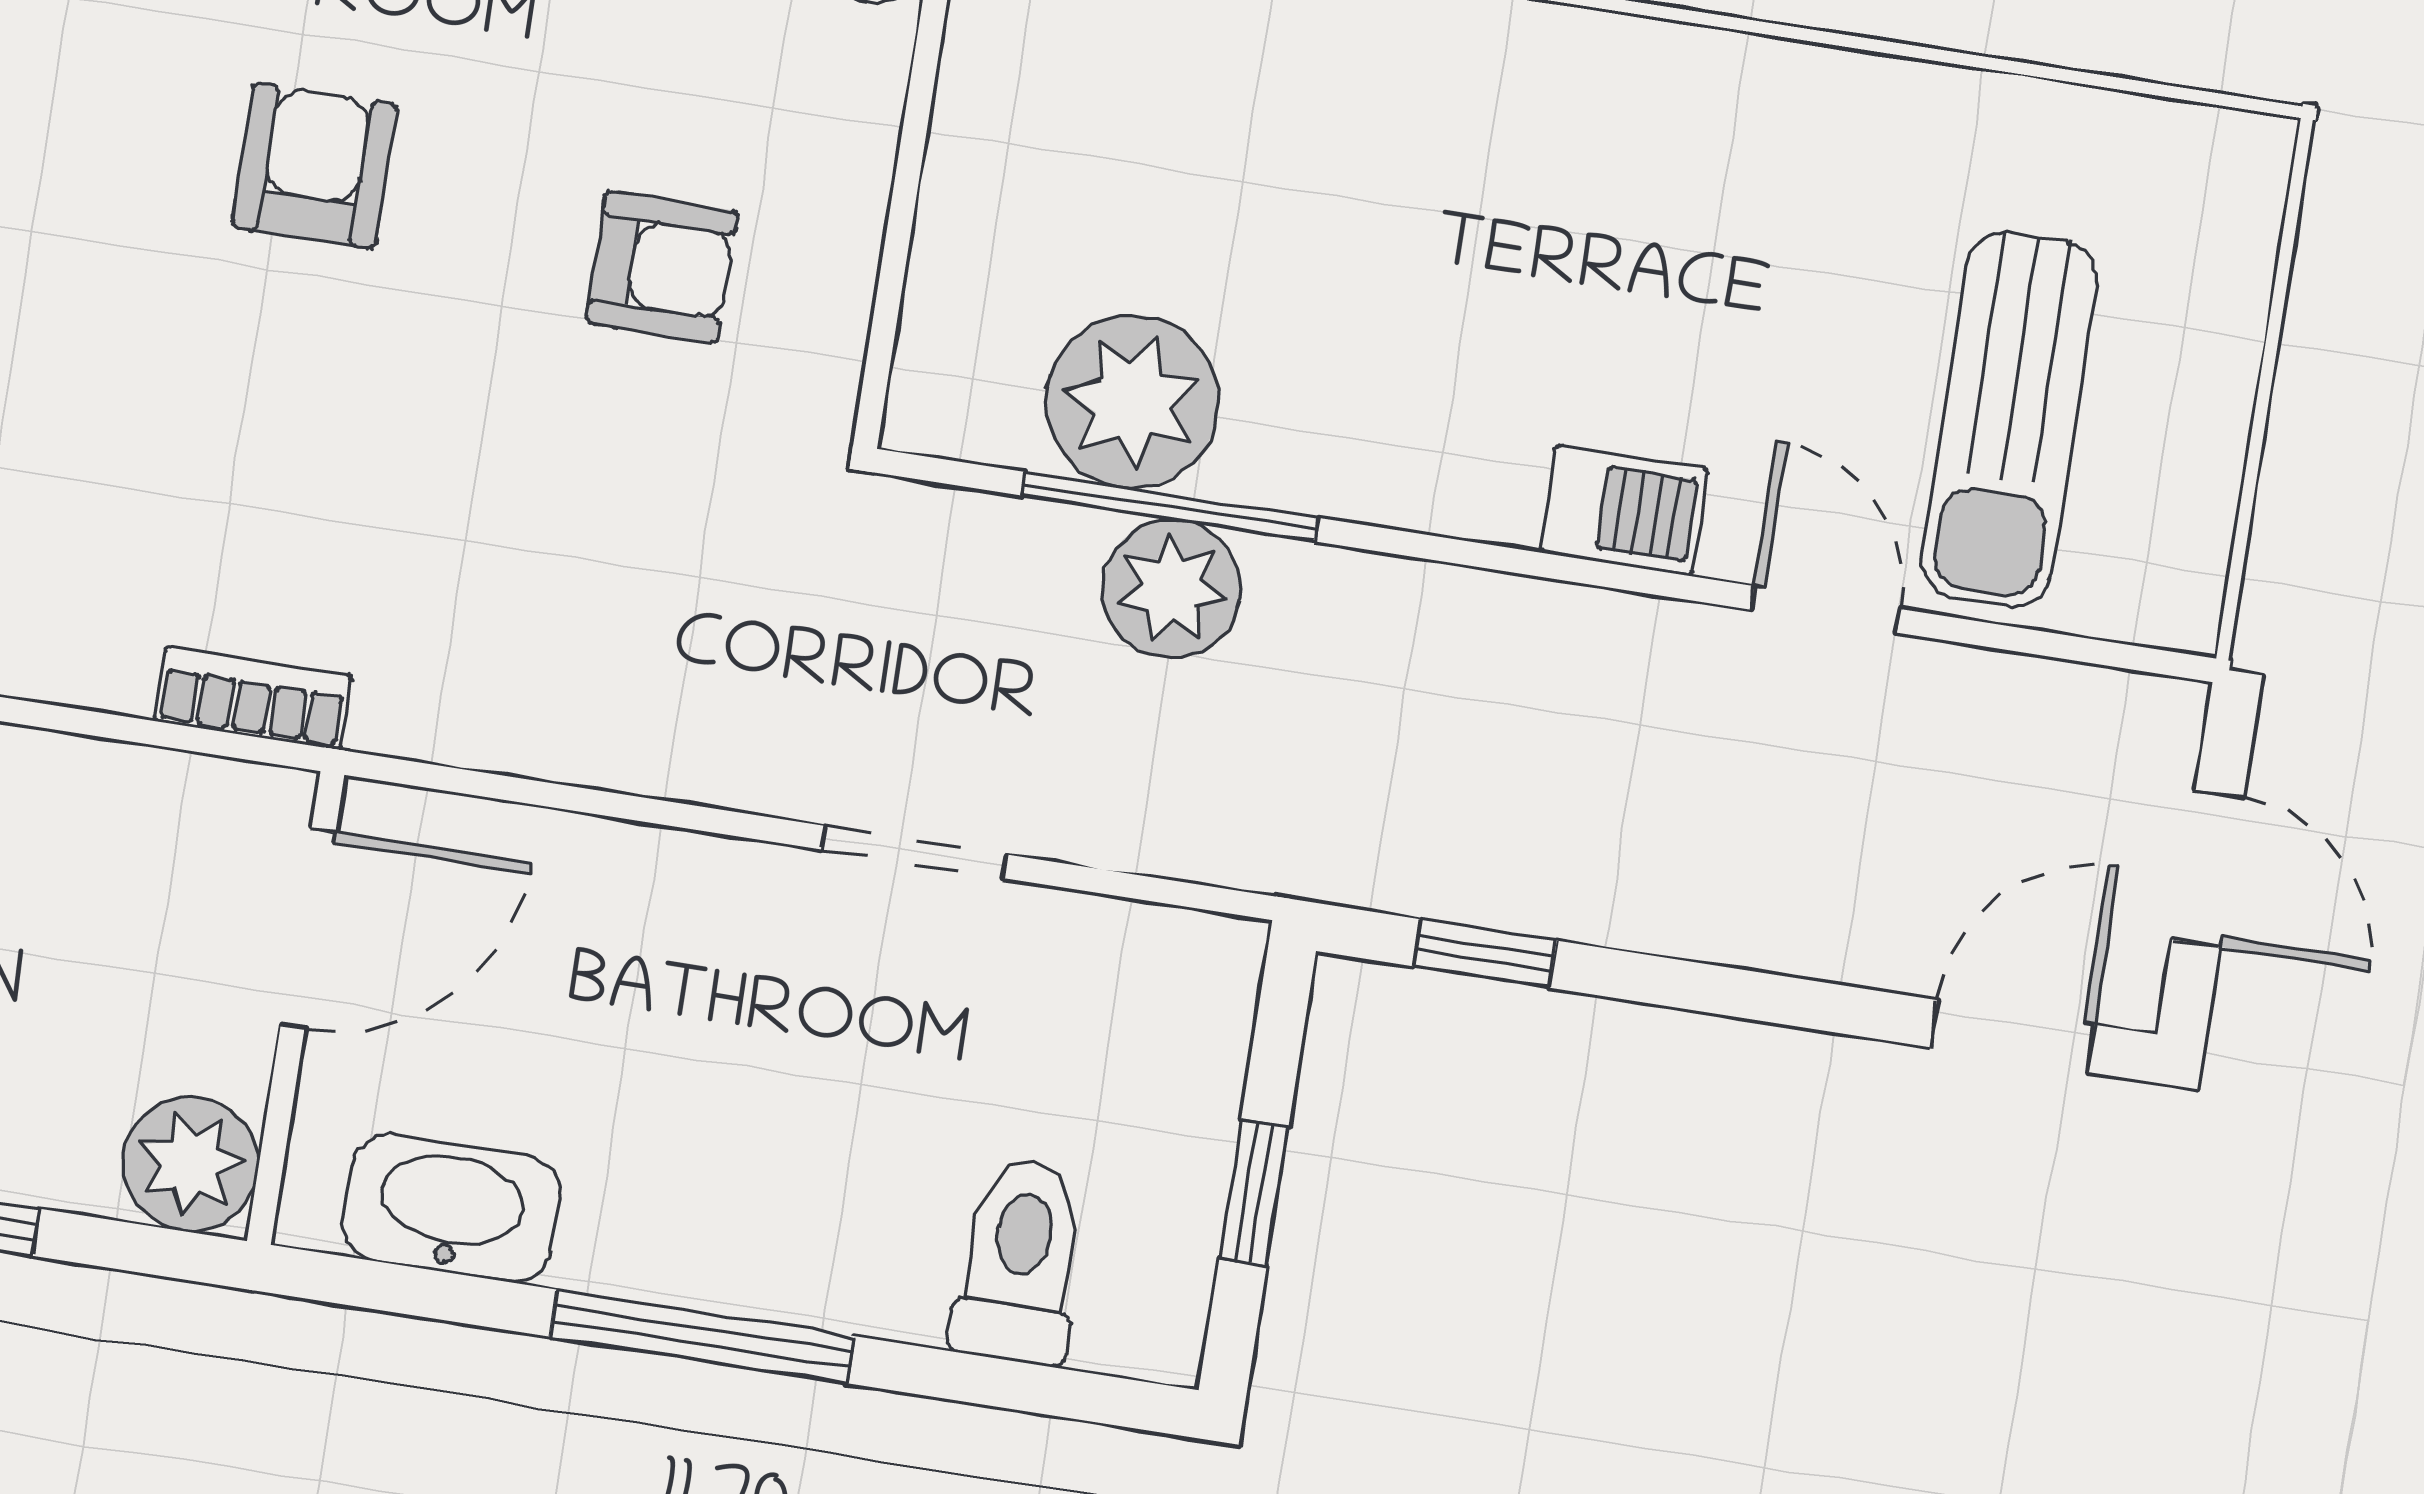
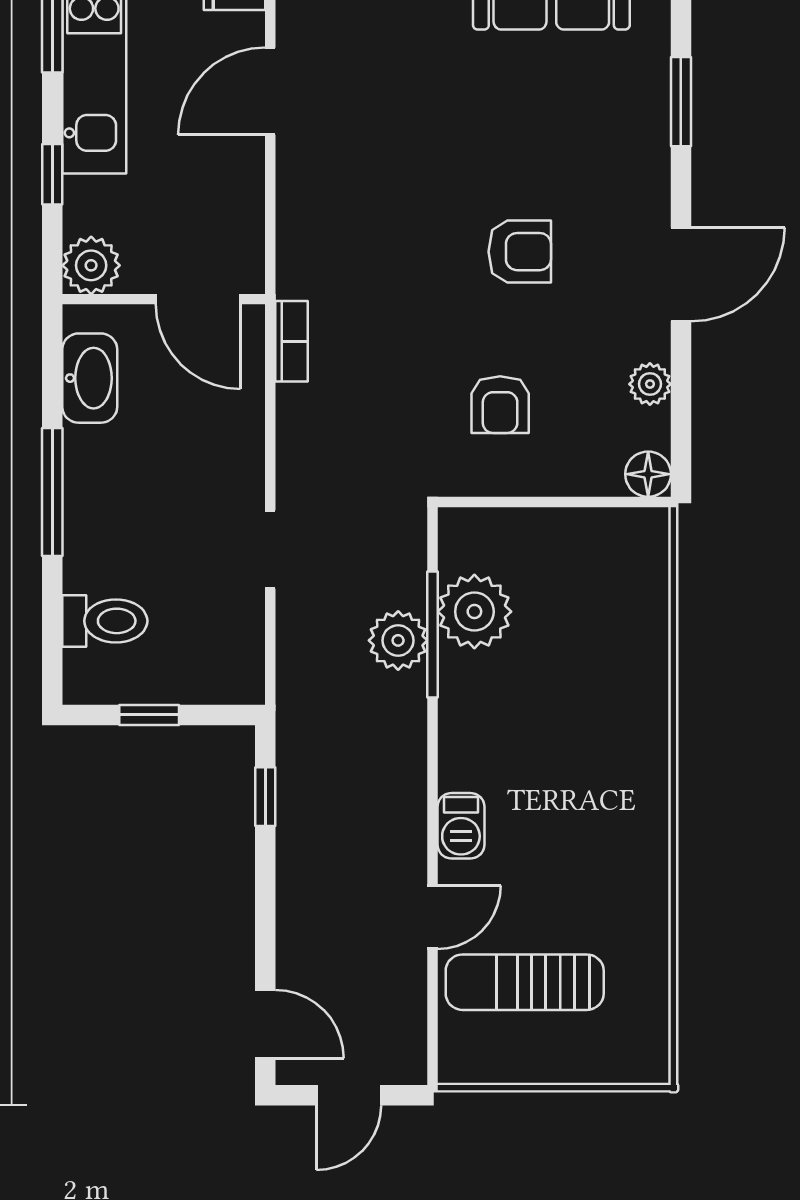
bookcase: (253, 698) -> (291, 341), moved

